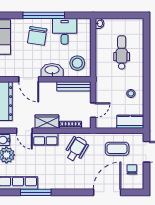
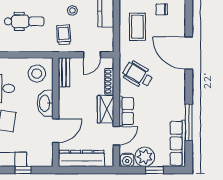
dental chair: (122, 52) -> (24, 21), turned 180
bench: (74, 86) -> (64, 72), width x0.73
trolley: (110, 86) -> (64, 35), added
door: (93, 110) -> (92, 55), swing flipped
door: (107, 192) -> (189, 53), moved

